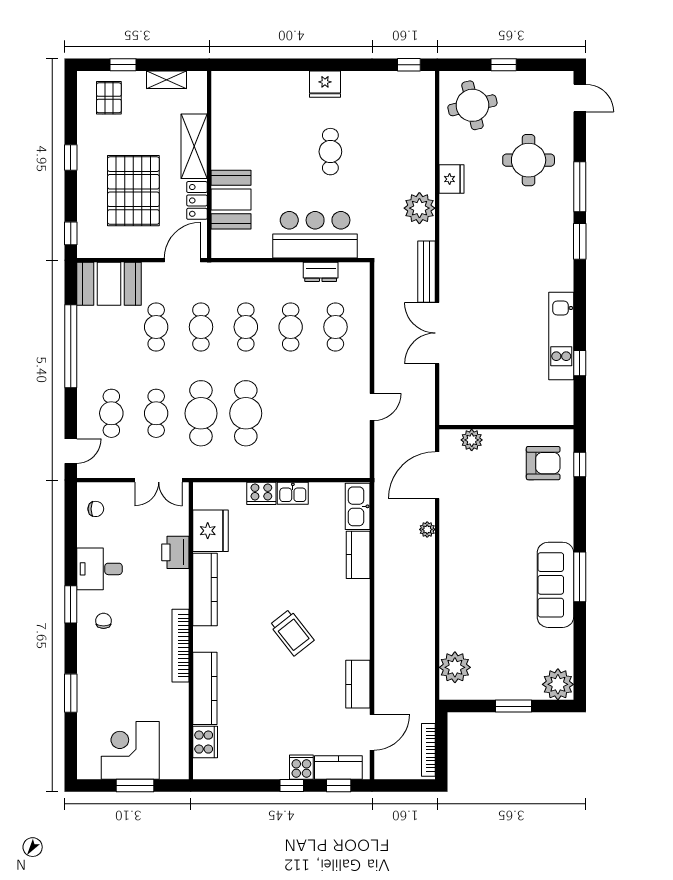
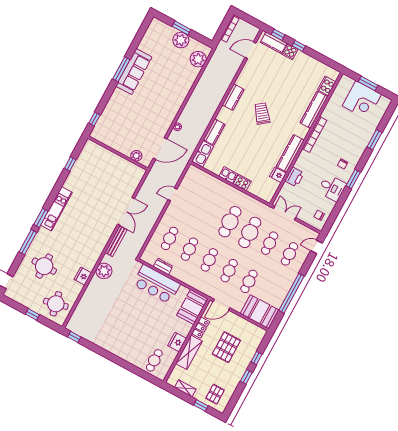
fridge: (325, 84) -> (177, 342), moved, turned -90
cafe table: (330, 152) -> (154, 360), moved
pallet: (133, 191) -> (226, 347), width x0.73, depth x0.71
booth: (231, 200) -> (192, 307), moved
window: (71, 233) -> (256, 358), moved
kitchen unit: (561, 336) -> (56, 209), moved
armchair: (543, 463) -> (110, 128), removed
fridge: (211, 531) -> (278, 175), width x0.53, depth x0.75
kitchen counter: (358, 684) -> (233, 97), moved
plant: (558, 684) -> (181, 40), moved

